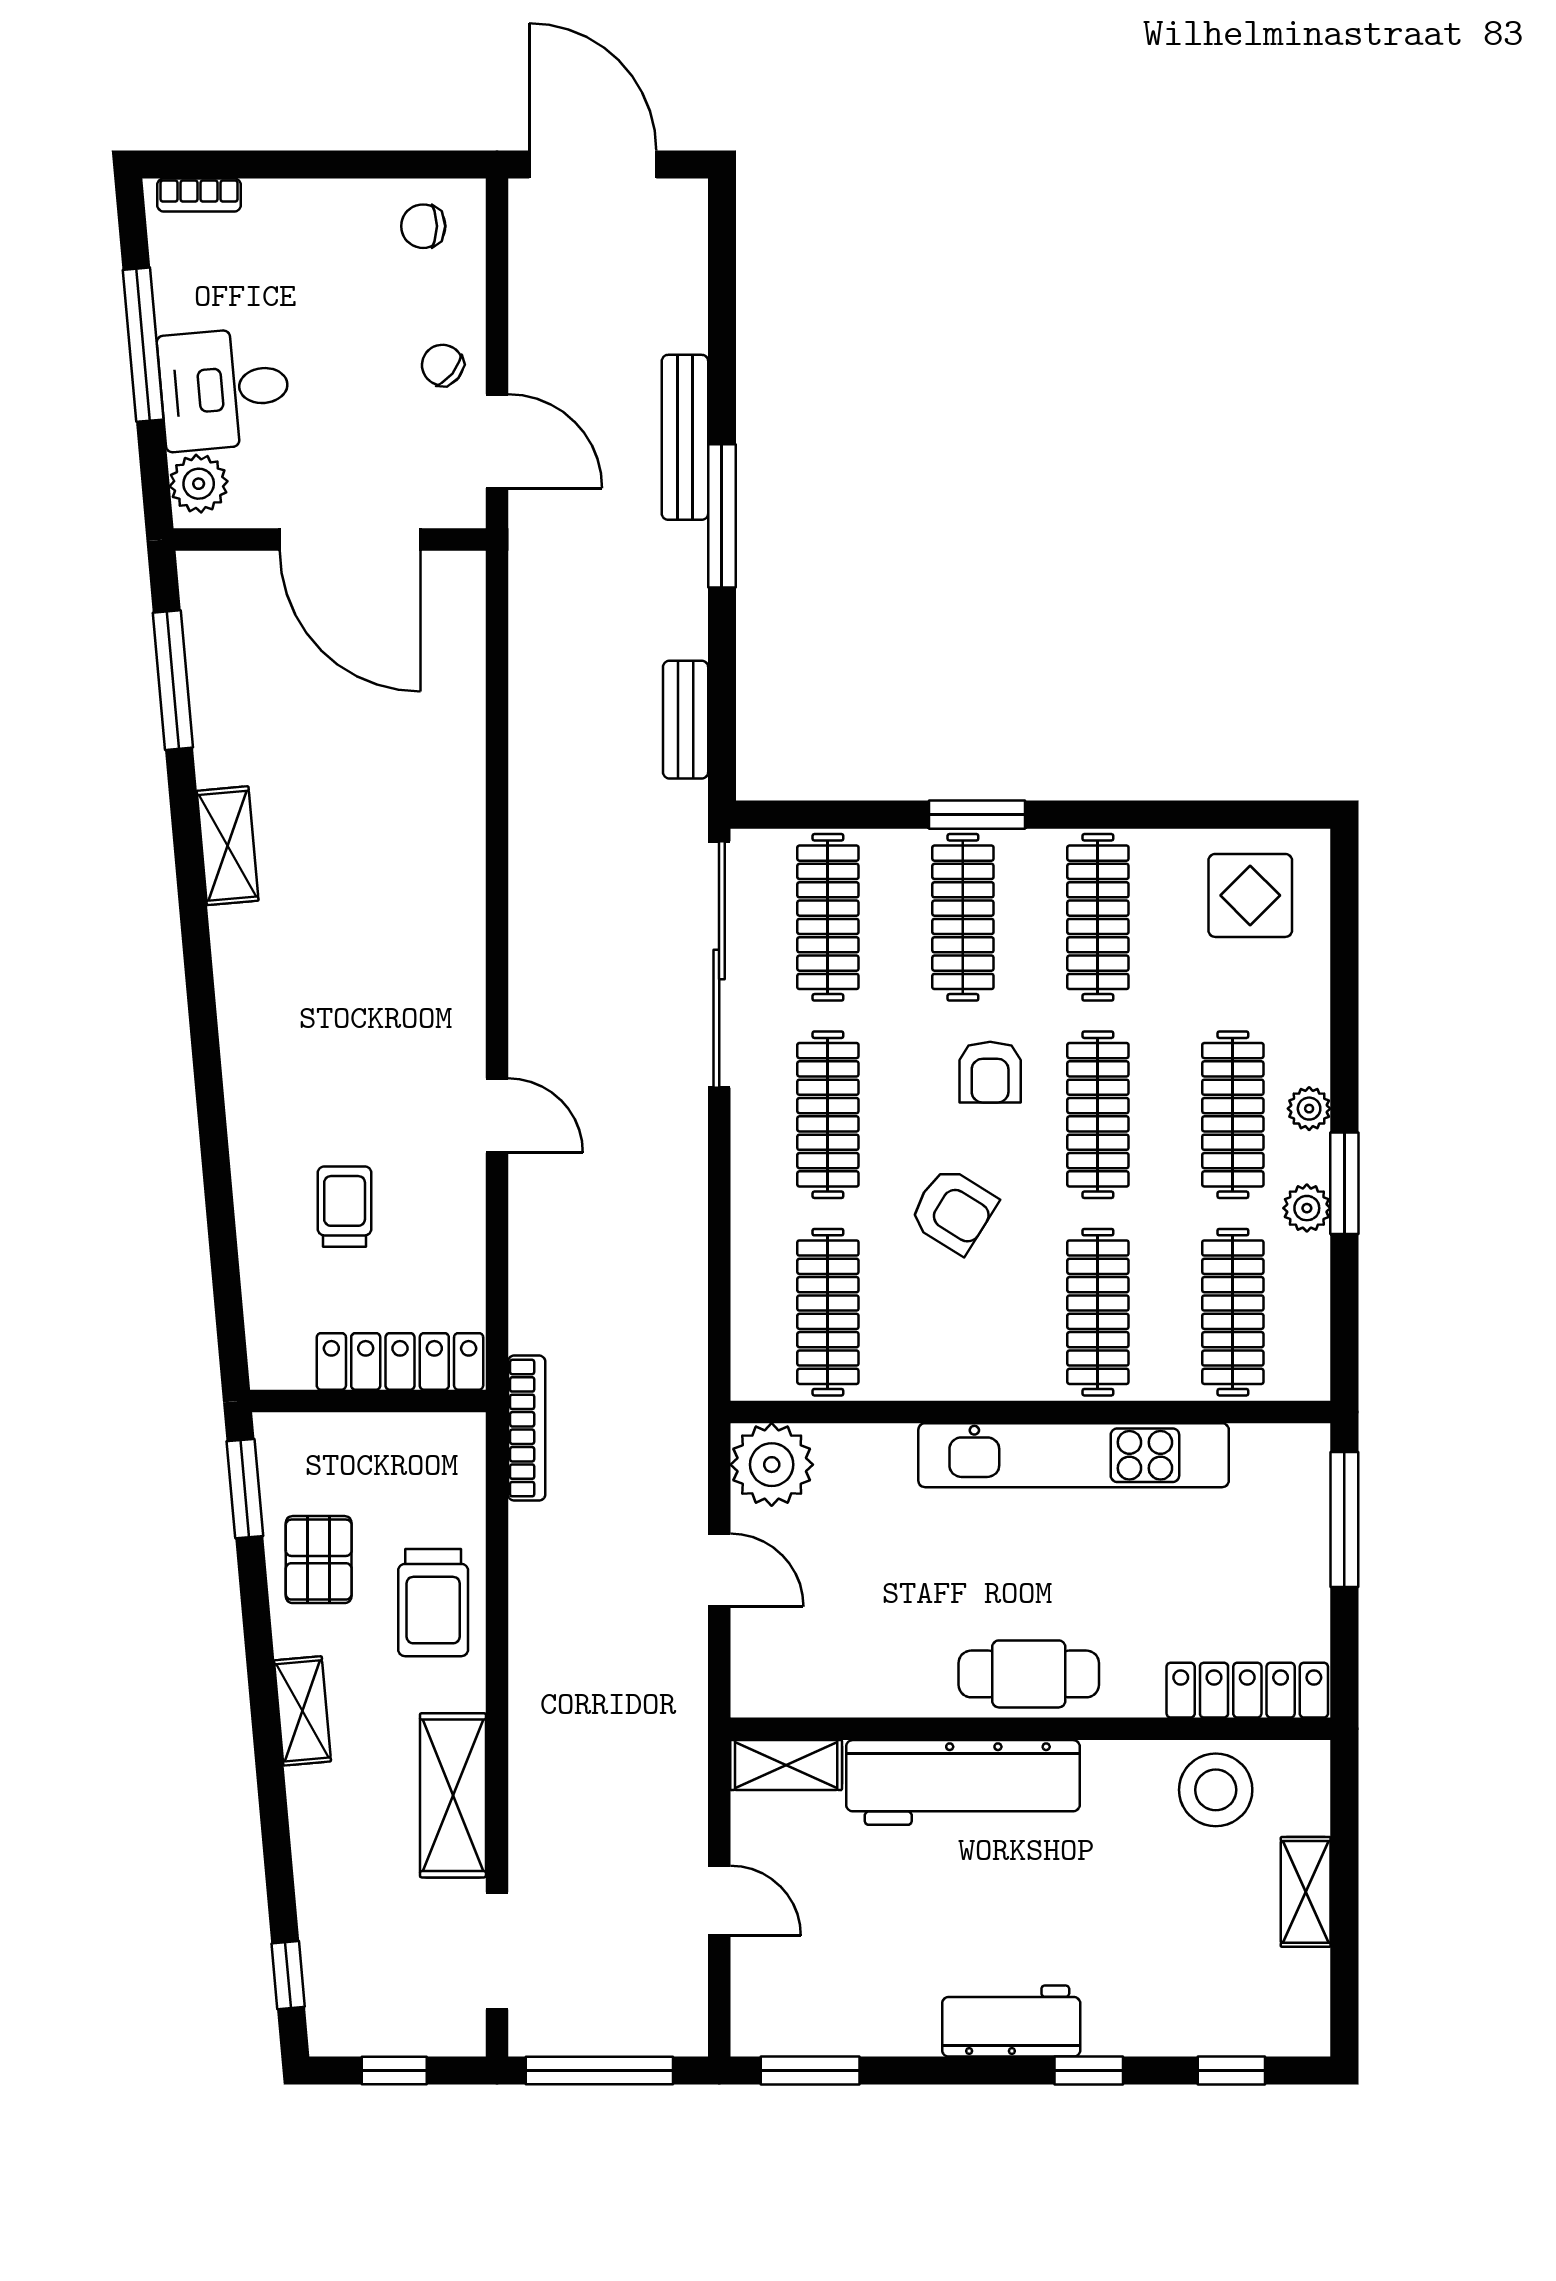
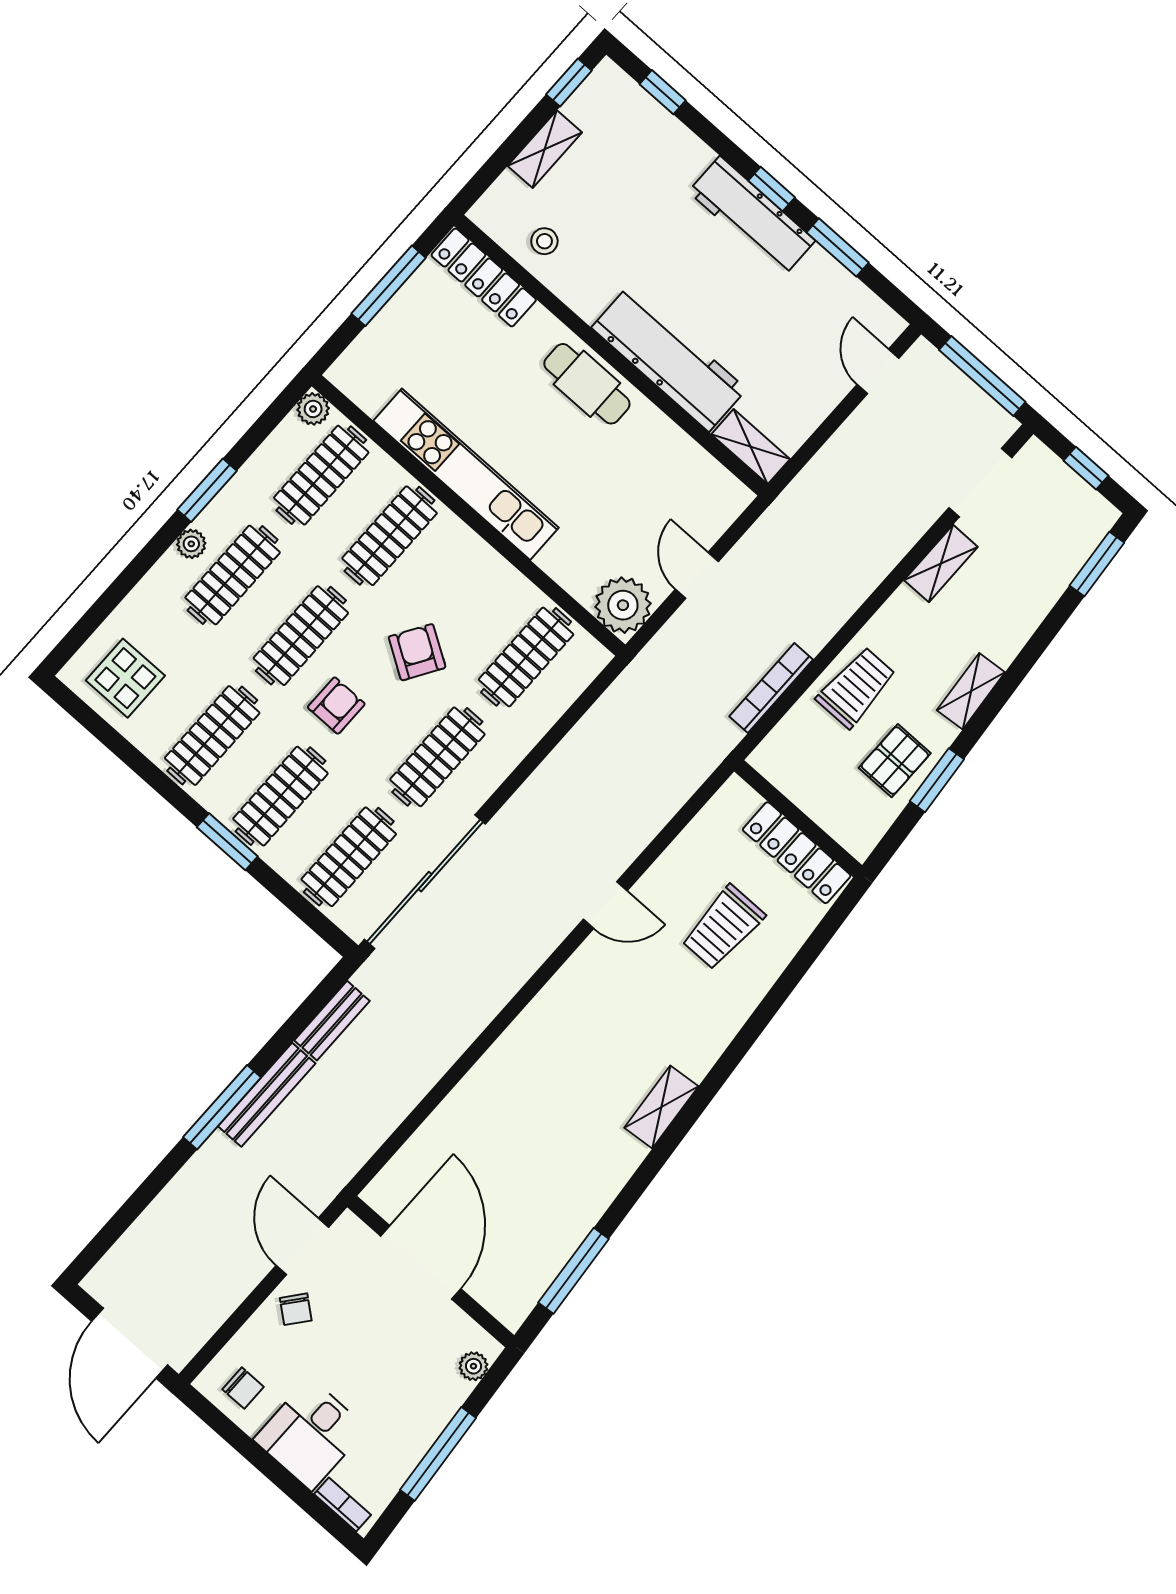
desk: (224, 389) -> (310, 1434), moved, turned 95
bench: (685, 437) -> (267, 1095), moved
plant: (199, 484) -> (473, 1366), width x0.73, depth x0.73
shelving: (228, 846) -> (661, 1107), moved
door: (497, 1116) -> (605, 905), swing flipped
trolley: (345, 1207) -> (723, 927), width x1.36, depth x1.39
plant: (1307, 1208) -> (313, 409), moved
locker: (400, 1361) -> (797, 853), moved
bookcase: (527, 1428) -> (771, 688), moved
window: (245, 1489) -> (937, 780), moved
window: (1344, 1520) -> (389, 286), moved
stool: (1216, 1790) -> (544, 241), width x0.53, depth x0.53
shelving: (453, 1795) -> (941, 563), width x0.67, depth x0.75
door: (719, 1901) -> (878, 371), moved
window: (288, 1975) -> (1097, 564), width x1.50
window: (1344, 1989) -> (569, 82), added
workbench: (1011, 2021) -> (752, 216), width x1.38
window: (810, 2071) -> (838, 247), moved
window: (1089, 2071) -> (772, 189), moved

